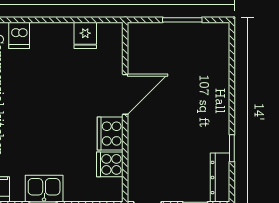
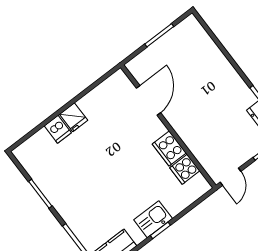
fridge: (85, 35) -> (74, 117), moved
door: (125, 94) -> (148, 100), moved

